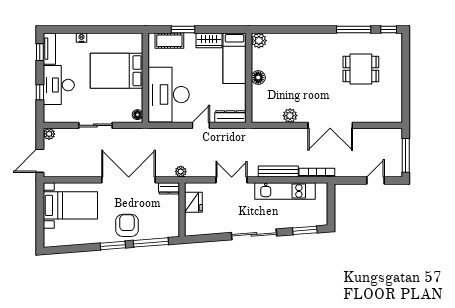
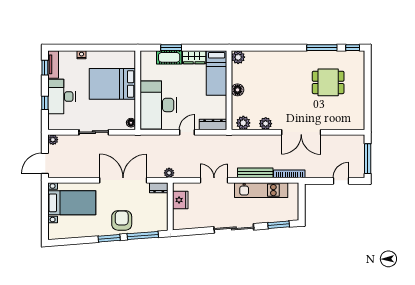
cot: (169, 41) -> (169, 57), moved
plant: (265, 115) -> (243, 123), added

